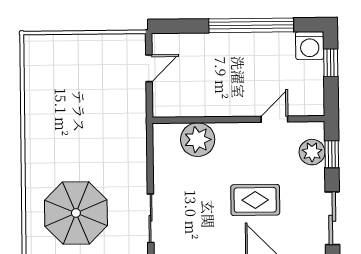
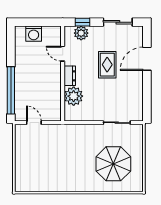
window: (251, 25) -> (11, 90), moved
washing machine: (310, 45) -> (34, 34), moved, turned 90
window: (331, 63) -> (32, 22), removed
dresser: (234, 132) -> (70, 76), added

